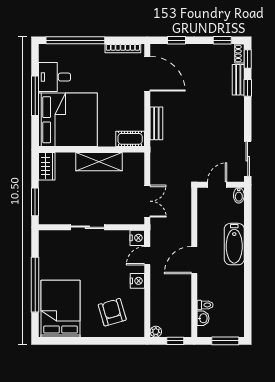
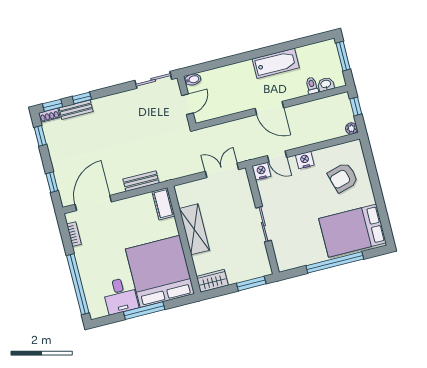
bookcase: (123, 48) -> (74, 234), width x0.64
door: (217, 185) -> (187, 104), swing flipped
bathtub: (234, 244) -> (276, 63), moved

